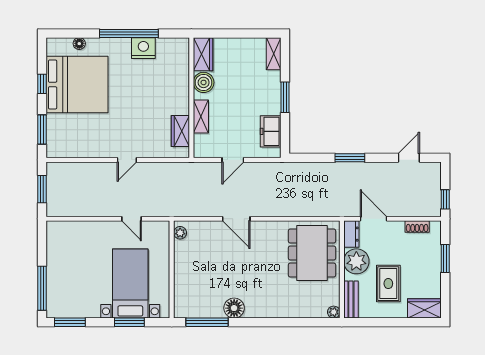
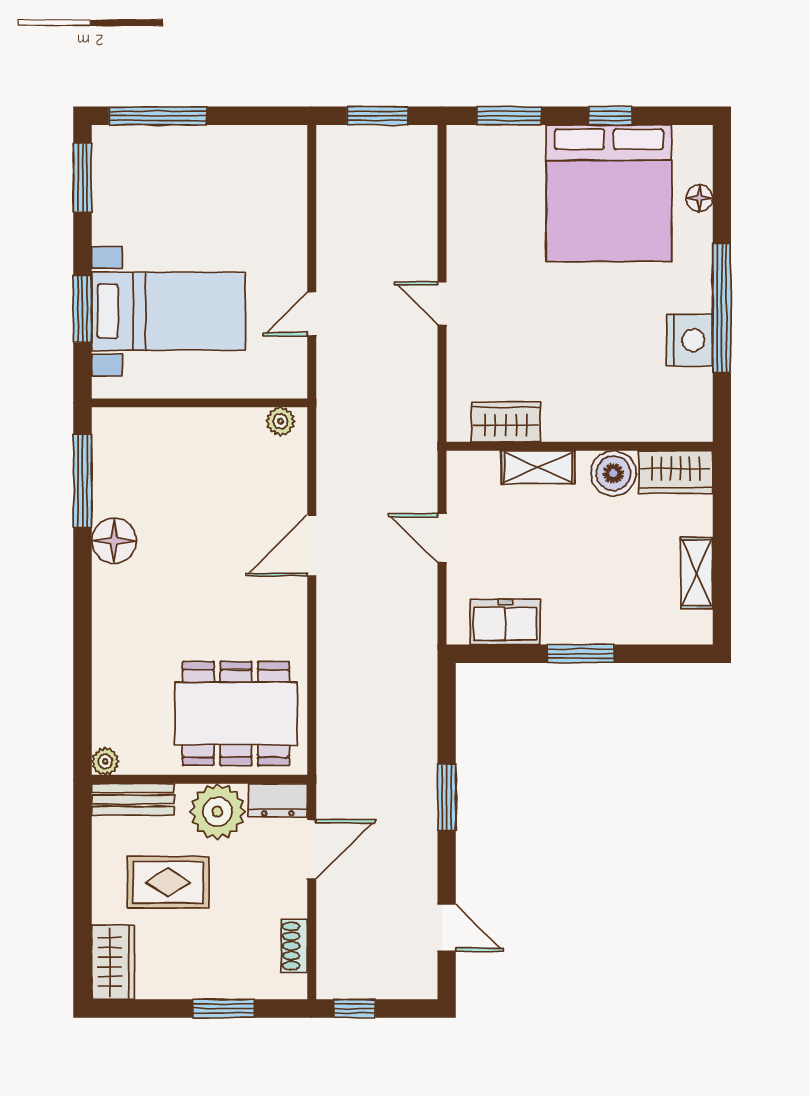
shelving: (274, 54) -> (697, 573), moved, turned 90

